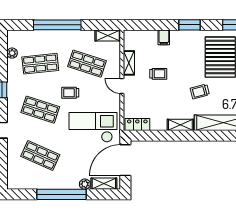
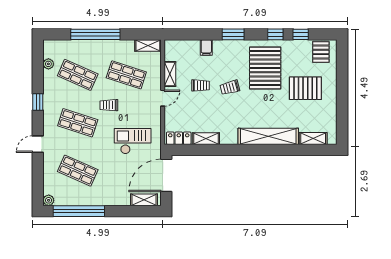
shop shelf: (40, 64) -> (78, 75), turned 30
door: (122, 86) -> (163, 98), swing flipped
trolley: (200, 91) -> (230, 87), moved
shelving: (180, 125) -> (206, 139), moved
checkout: (93, 127) -> (133, 141), width x0.73, depth x0.83
plant: (85, 184) -> (49, 200), moved
window: (61, 194) -> (79, 211), moved

